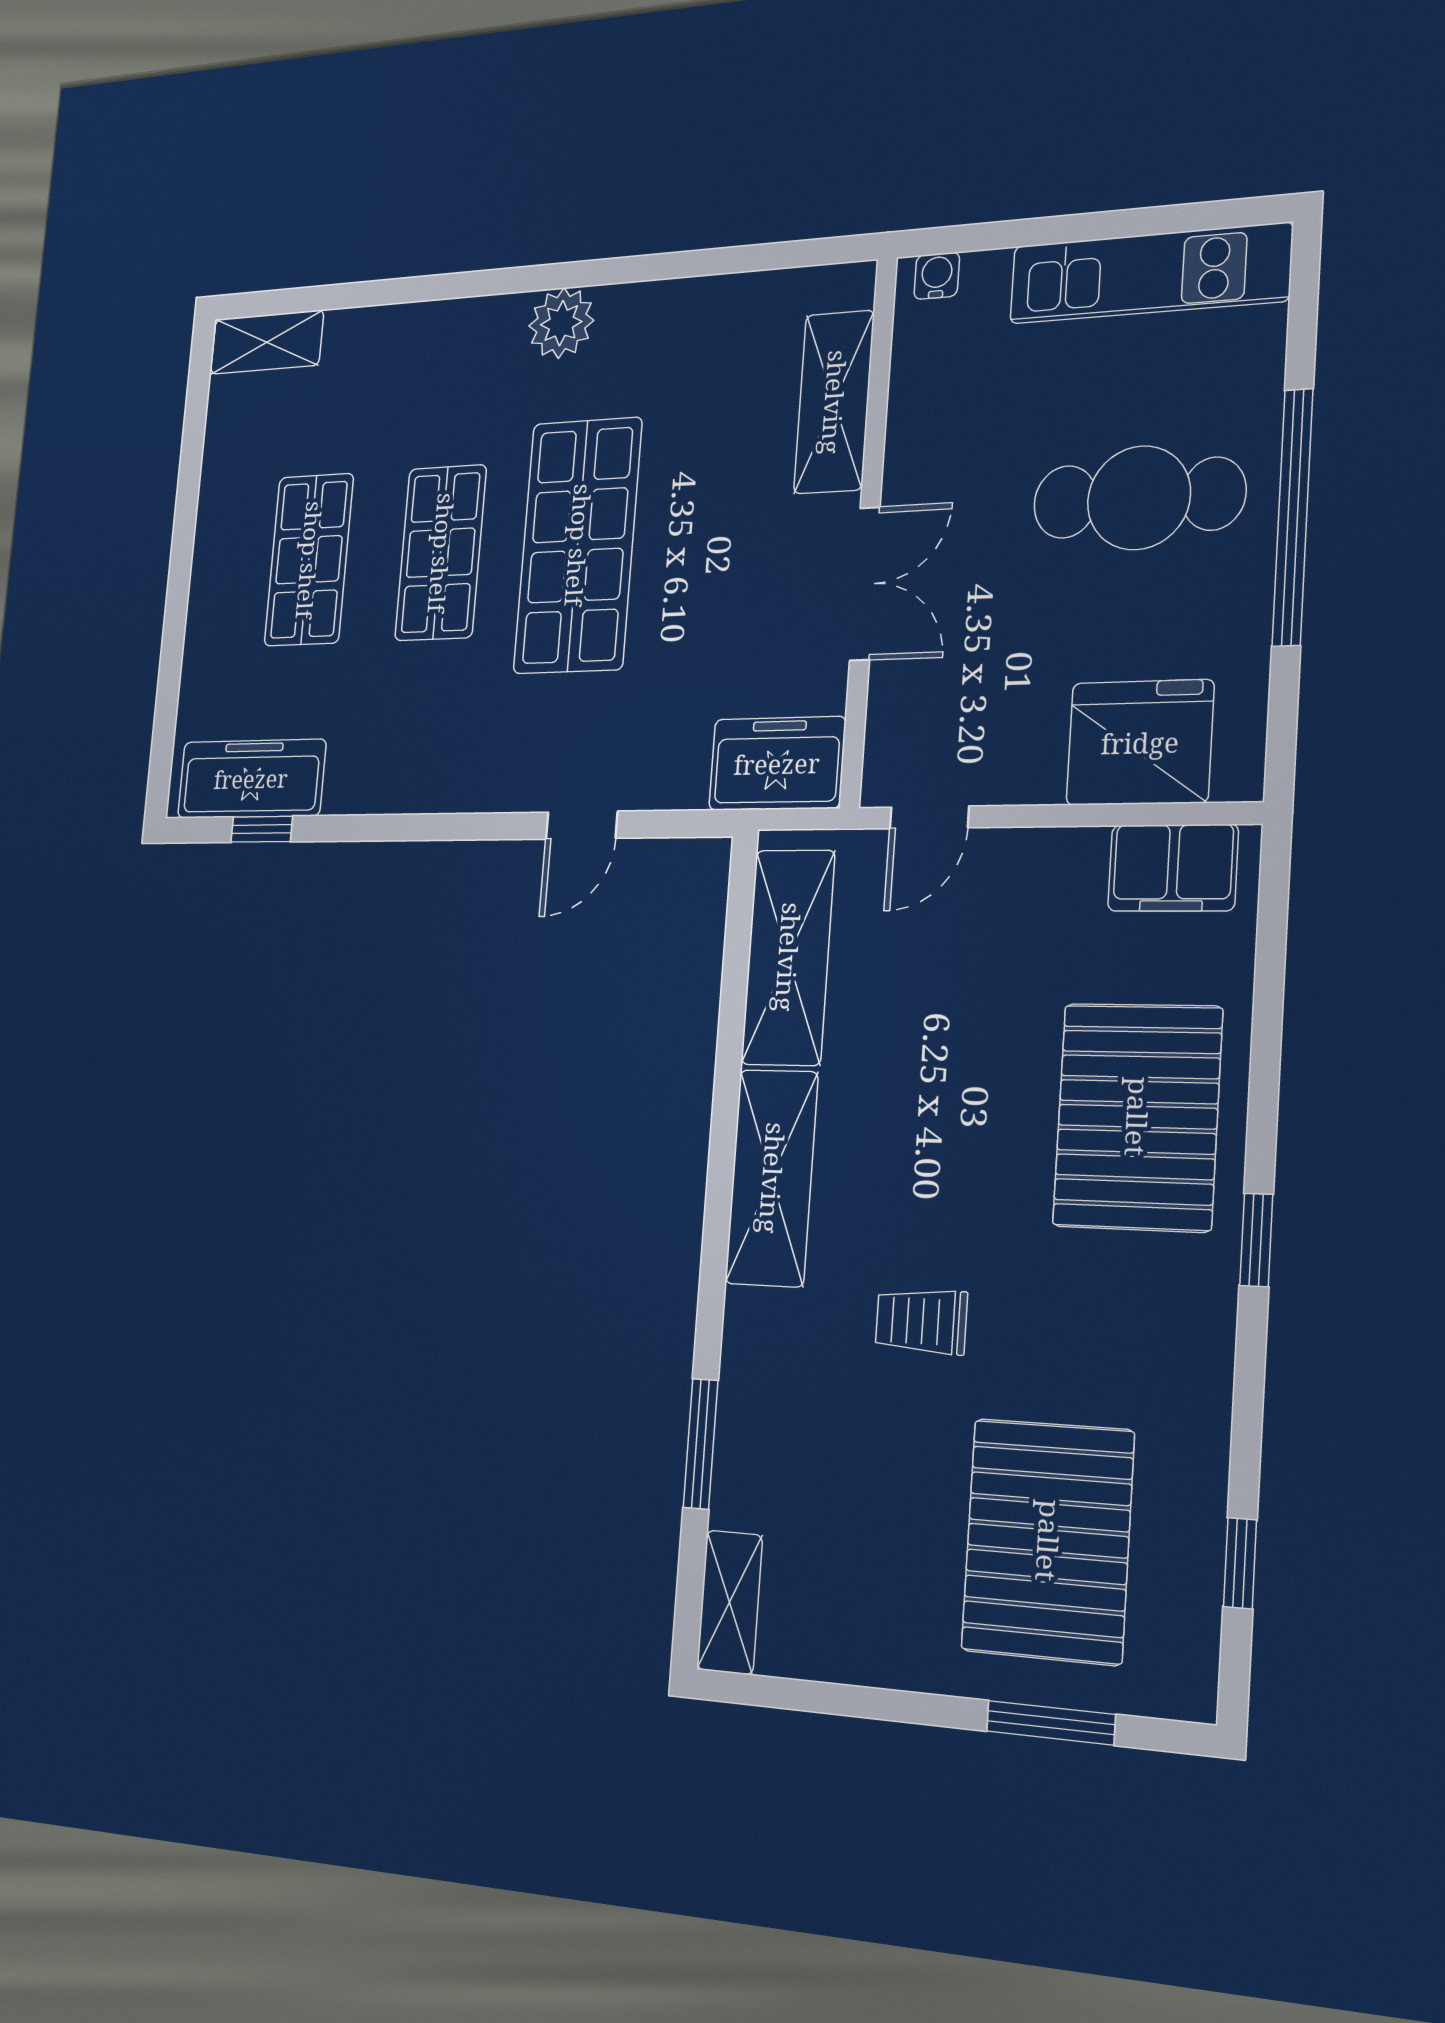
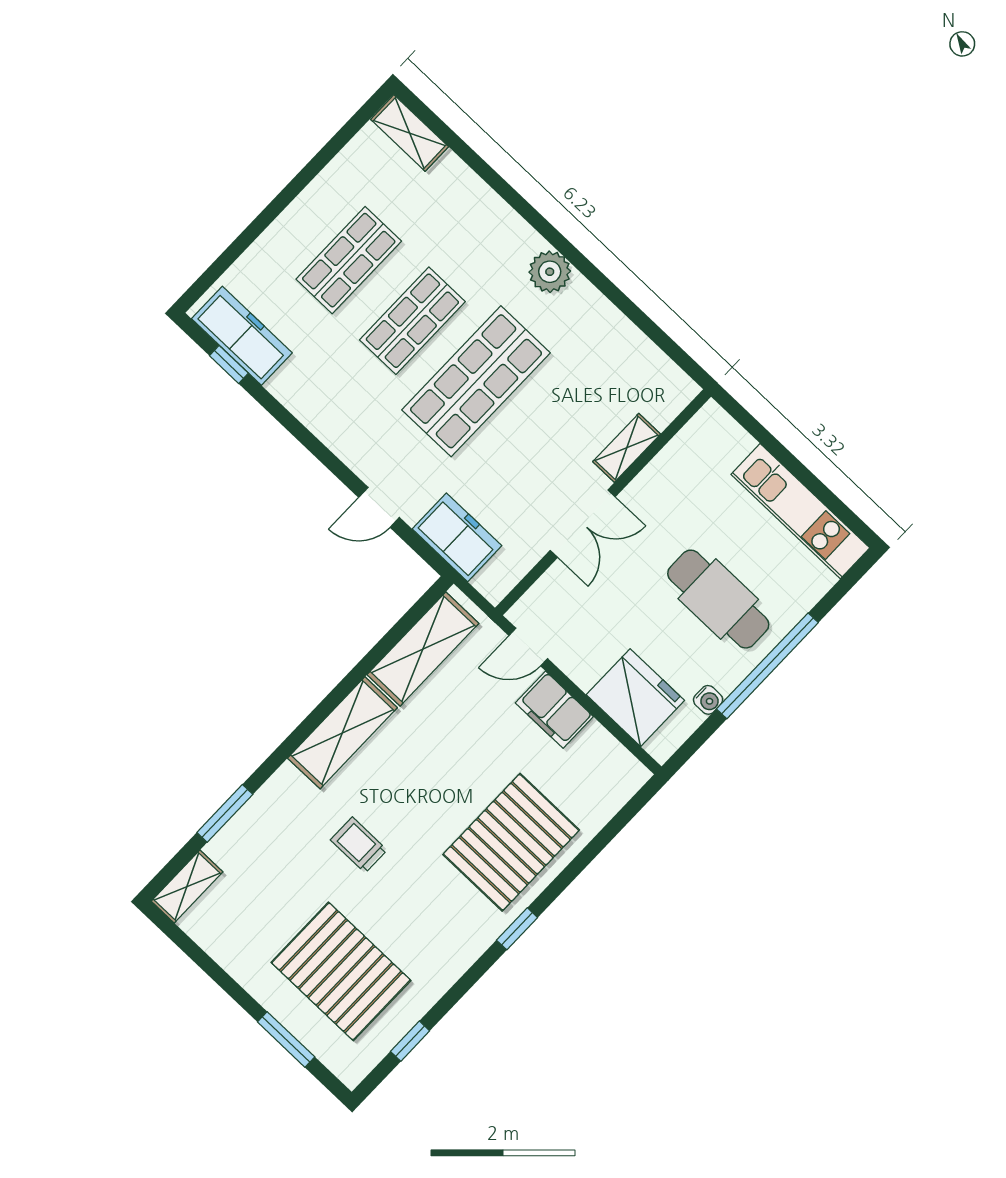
water cooler: (937, 276) -> (708, 700), moved, turned 90
shelving: (834, 402) -> (627, 448), width x0.67, depth x0.75
freezer: (777, 764) -> (457, 537), moved
filing cabinet: (1173, 868) -> (554, 710), moved
pallet: (1048, 1541) -> (341, 971), turned 90

